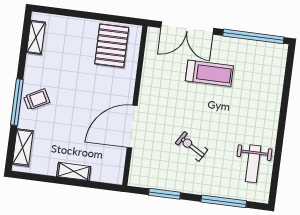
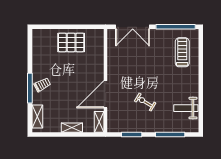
shelving: (36, 37) -> (99, 122), moved
pallet: (112, 46) -> (71, 42), moved, turned 90
treadmill: (209, 73) -> (182, 52), moved, turned -90
weight bench: (253, 164) -> (186, 108), turned 90

